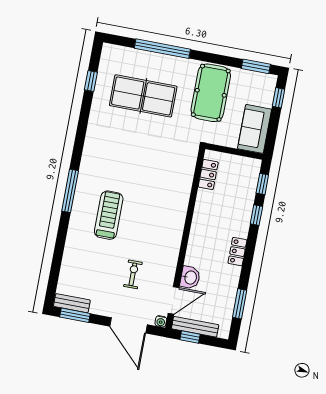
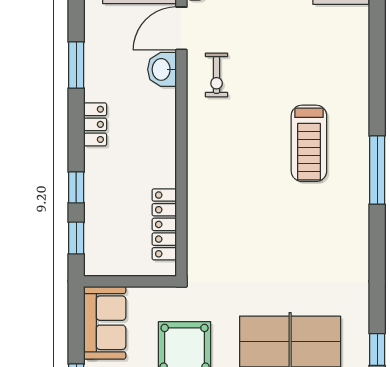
locker: (208, 174) -> (164, 224), width x1.53
exercise bike: (133, 274) -> (217, 75), moved
window: (240, 304) -> (76, 65), moved

